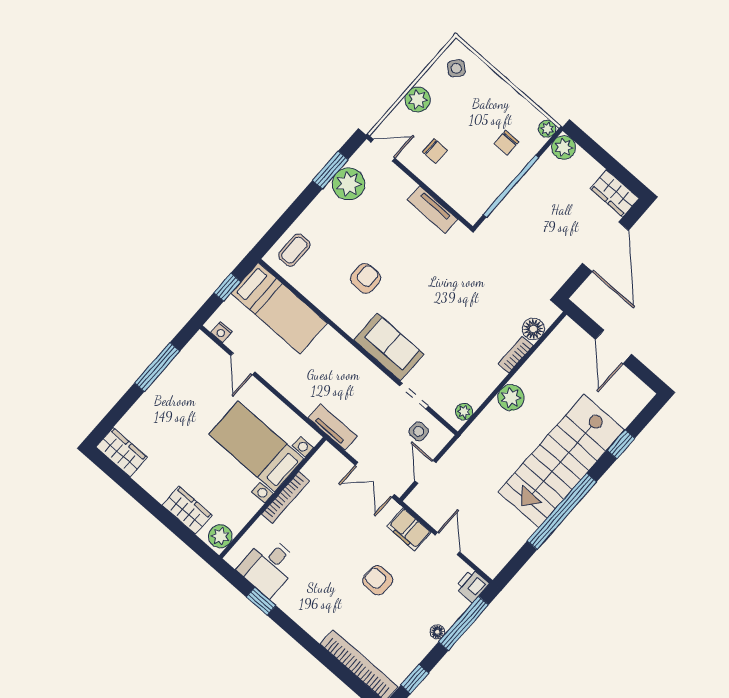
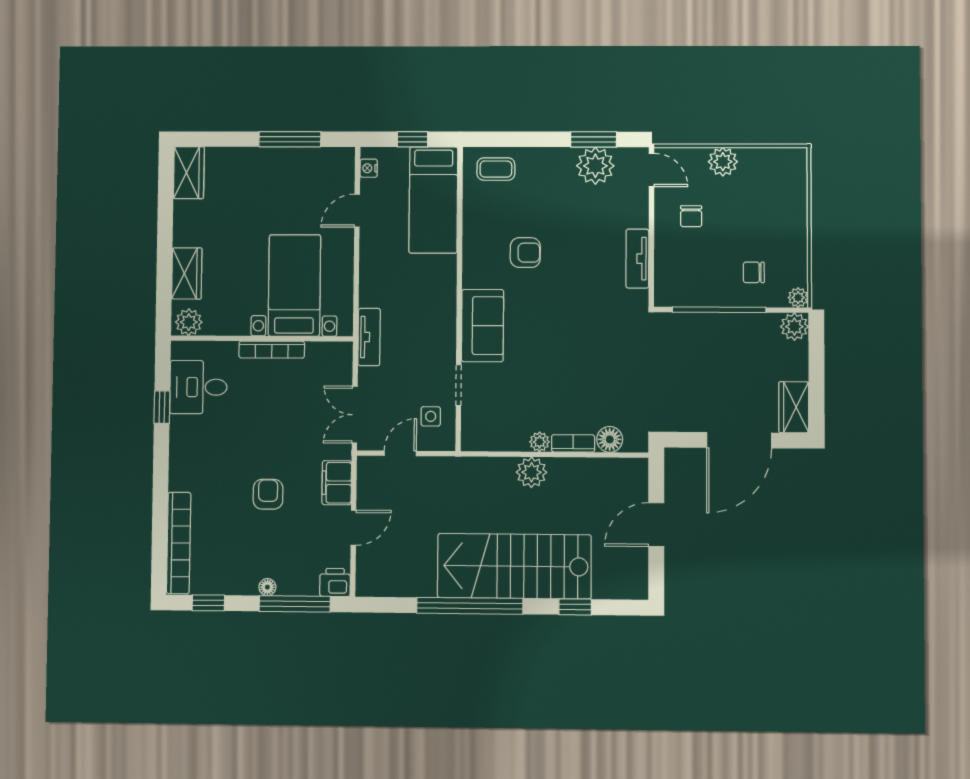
side table: (456, 68) -> (781, 171), removed
plant: (464, 412) -> (540, 442), moved

